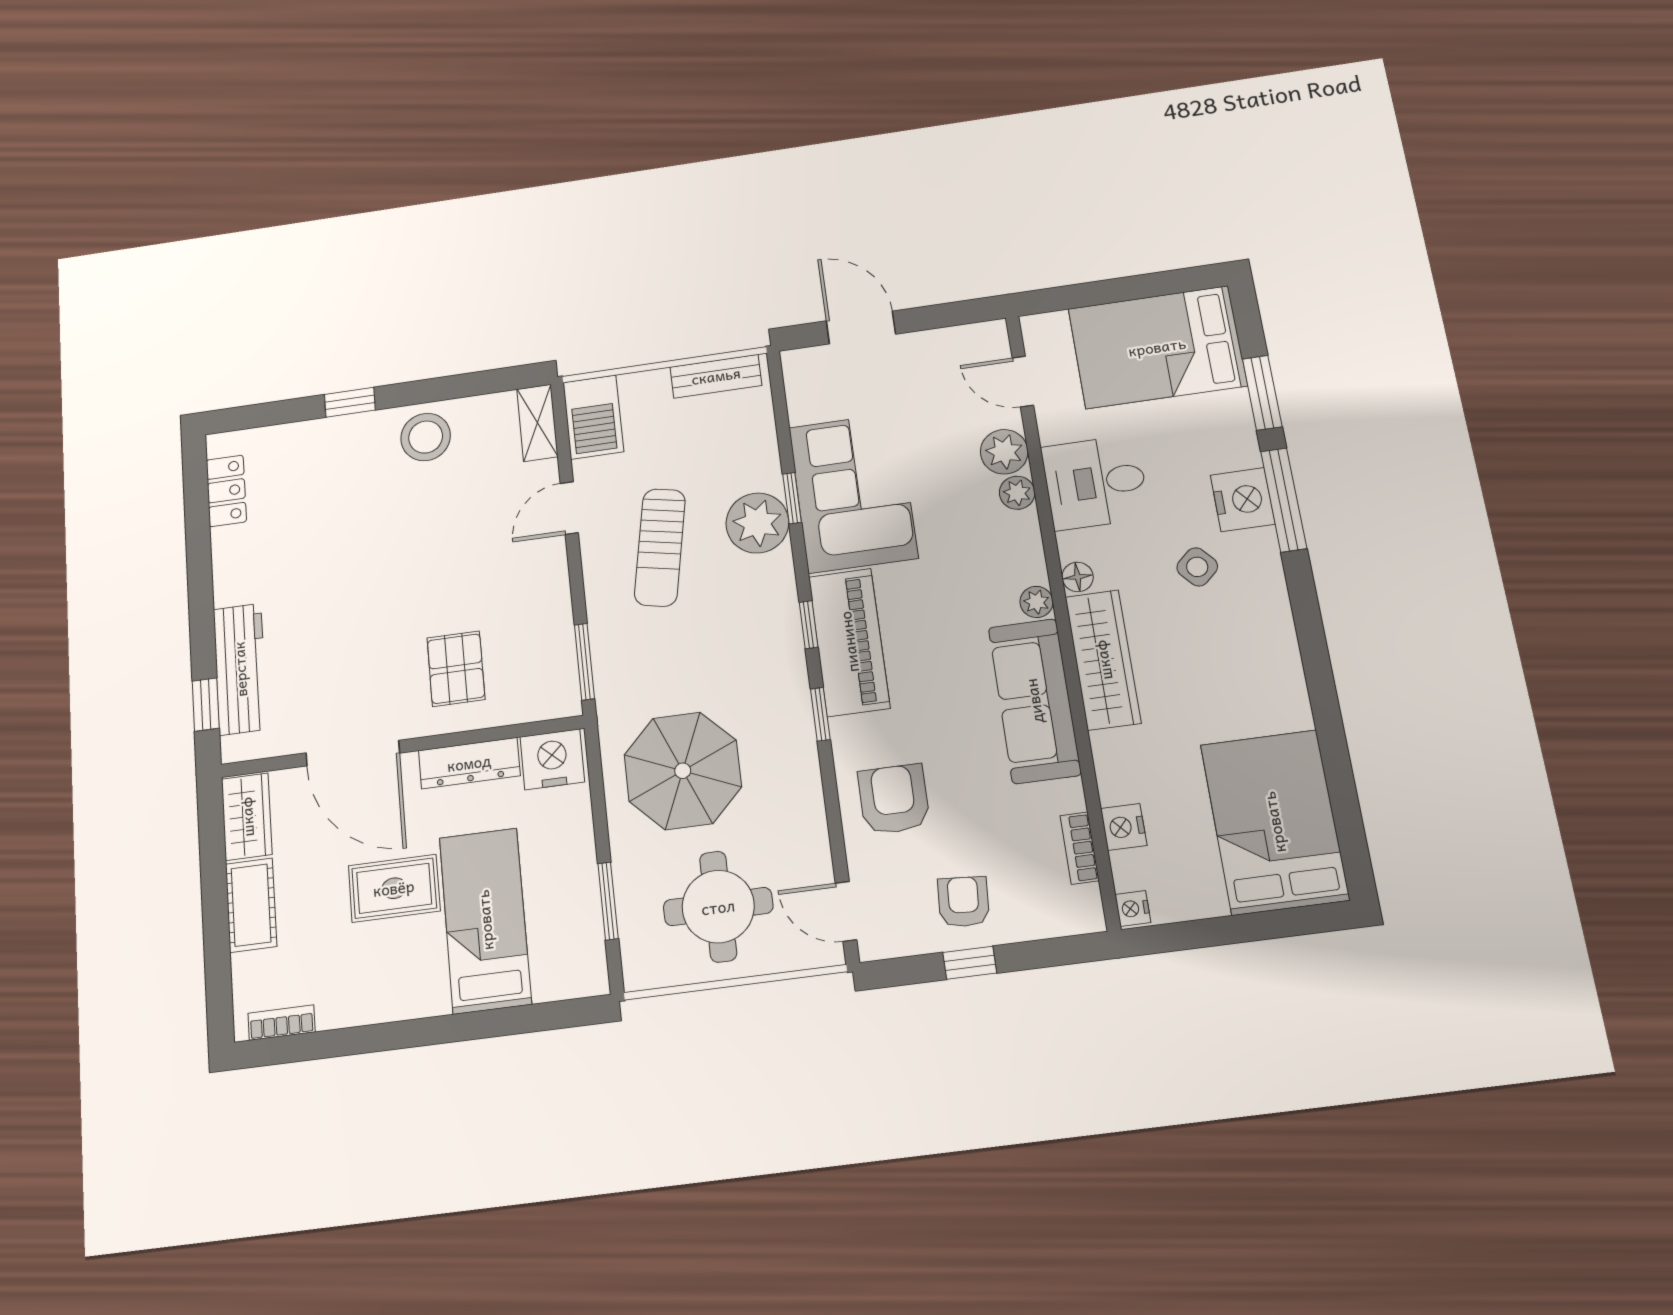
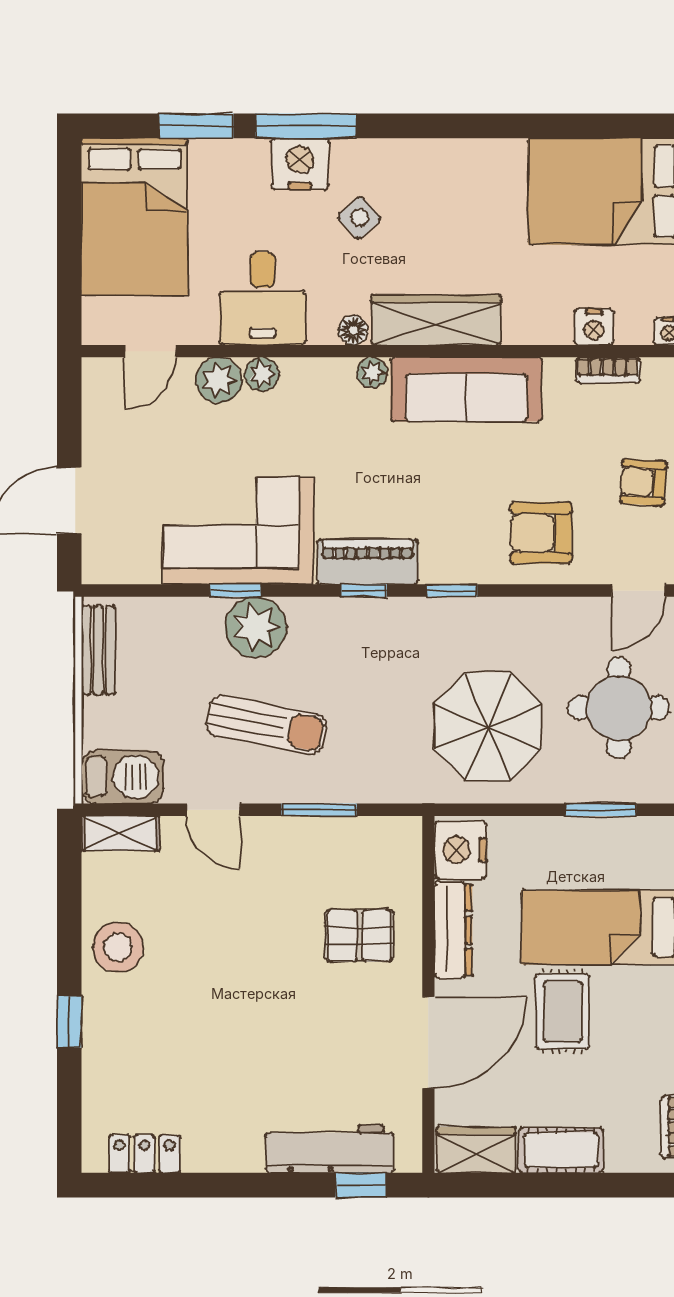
piano: (849, 642) -> (368, 562), width x0.73, depth x0.75
window: (584, 662) -> (319, 810), moved

